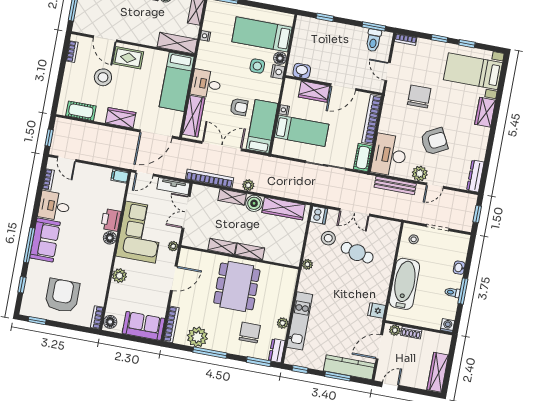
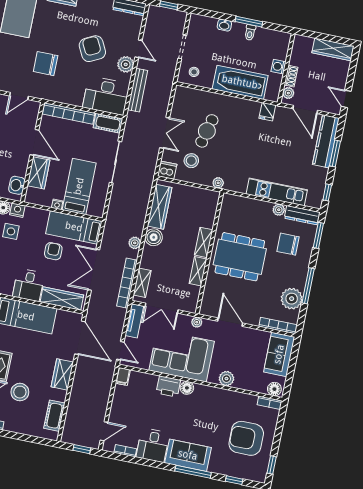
shelving: (232, 197) -> (142, 283), moved
washing machine: (448, 325) -> (278, 67), moved
dresser: (277, 351) -> (302, 215), width x1.44

